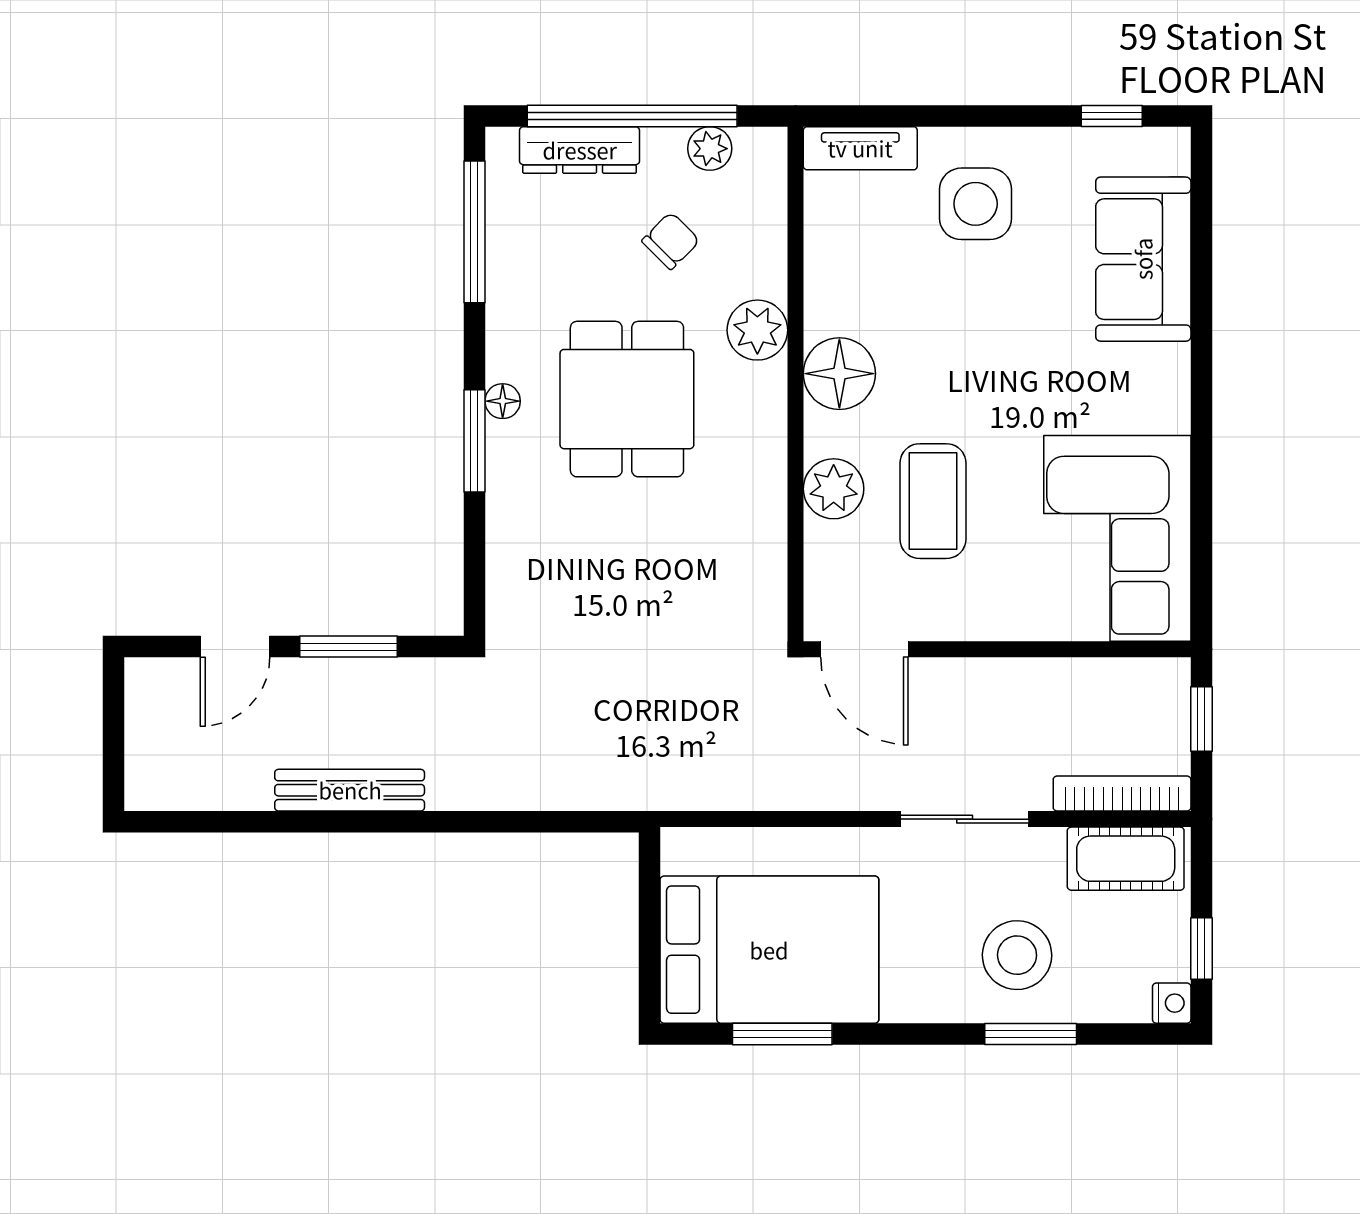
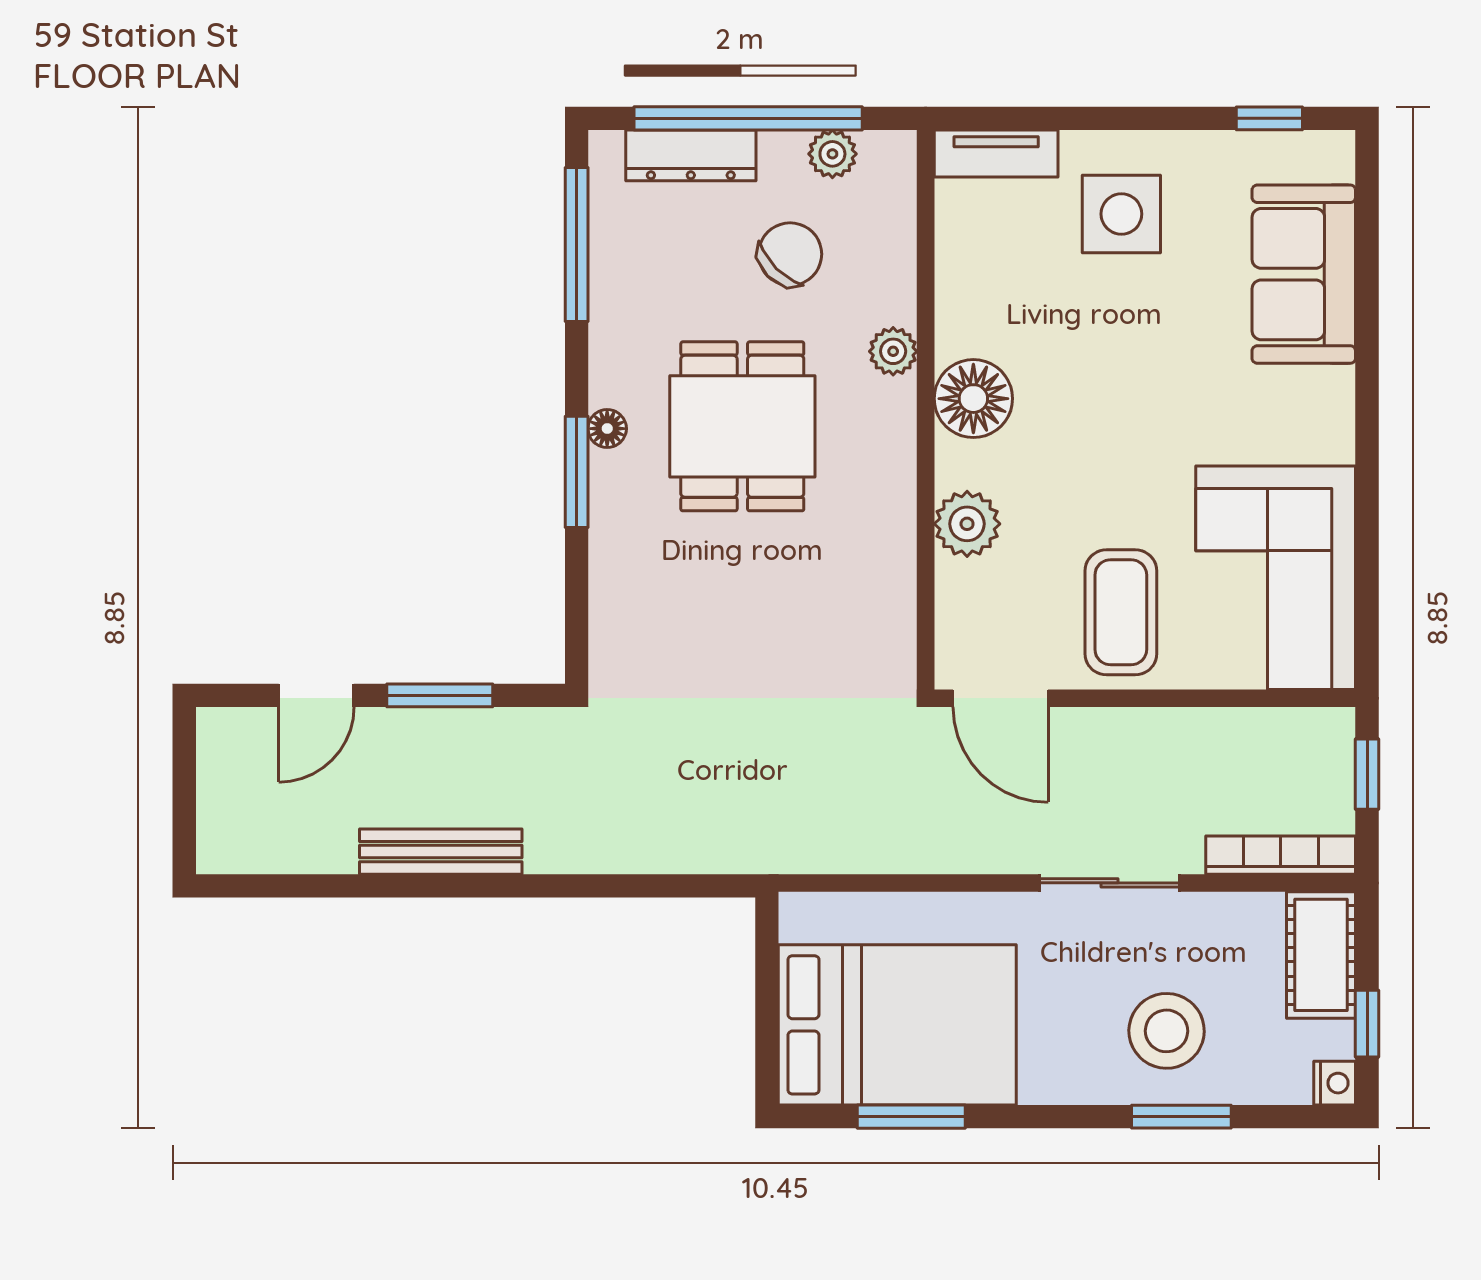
chair: (671, 241) -> (790, 254), width x1.37, depth x1.37
plant: (757, 330) -> (893, 351), width x0.73, depth x0.73
coffee table: (933, 501) -> (1121, 612), moved
cot: (1126, 859) -> (1321, 955), moved, turned 90

